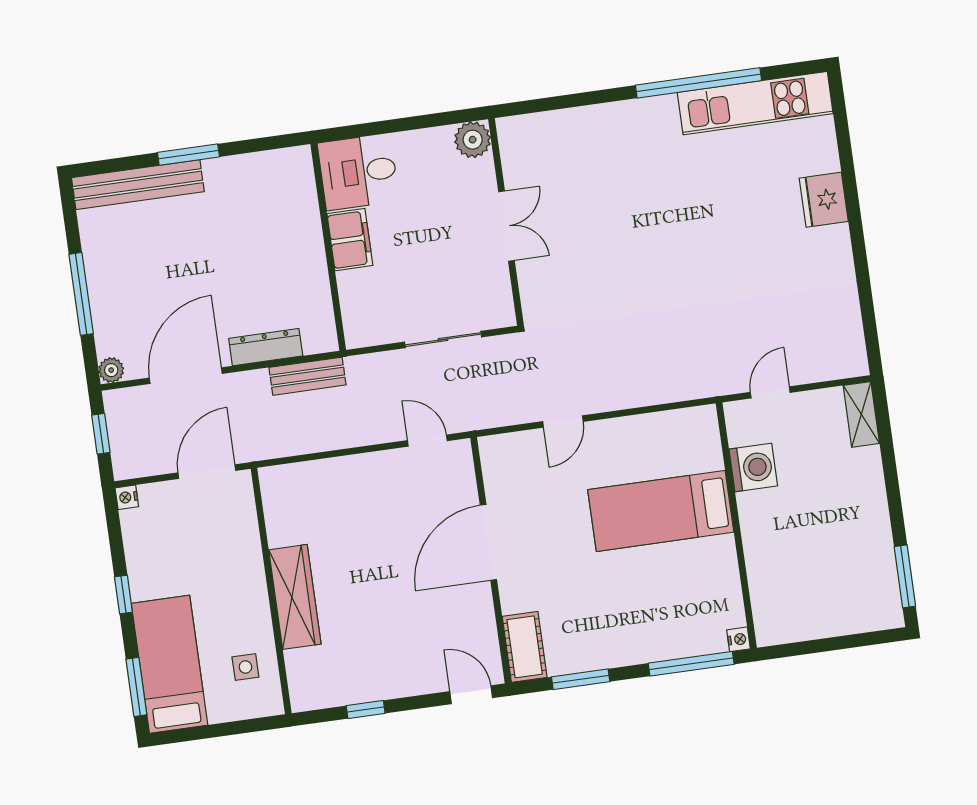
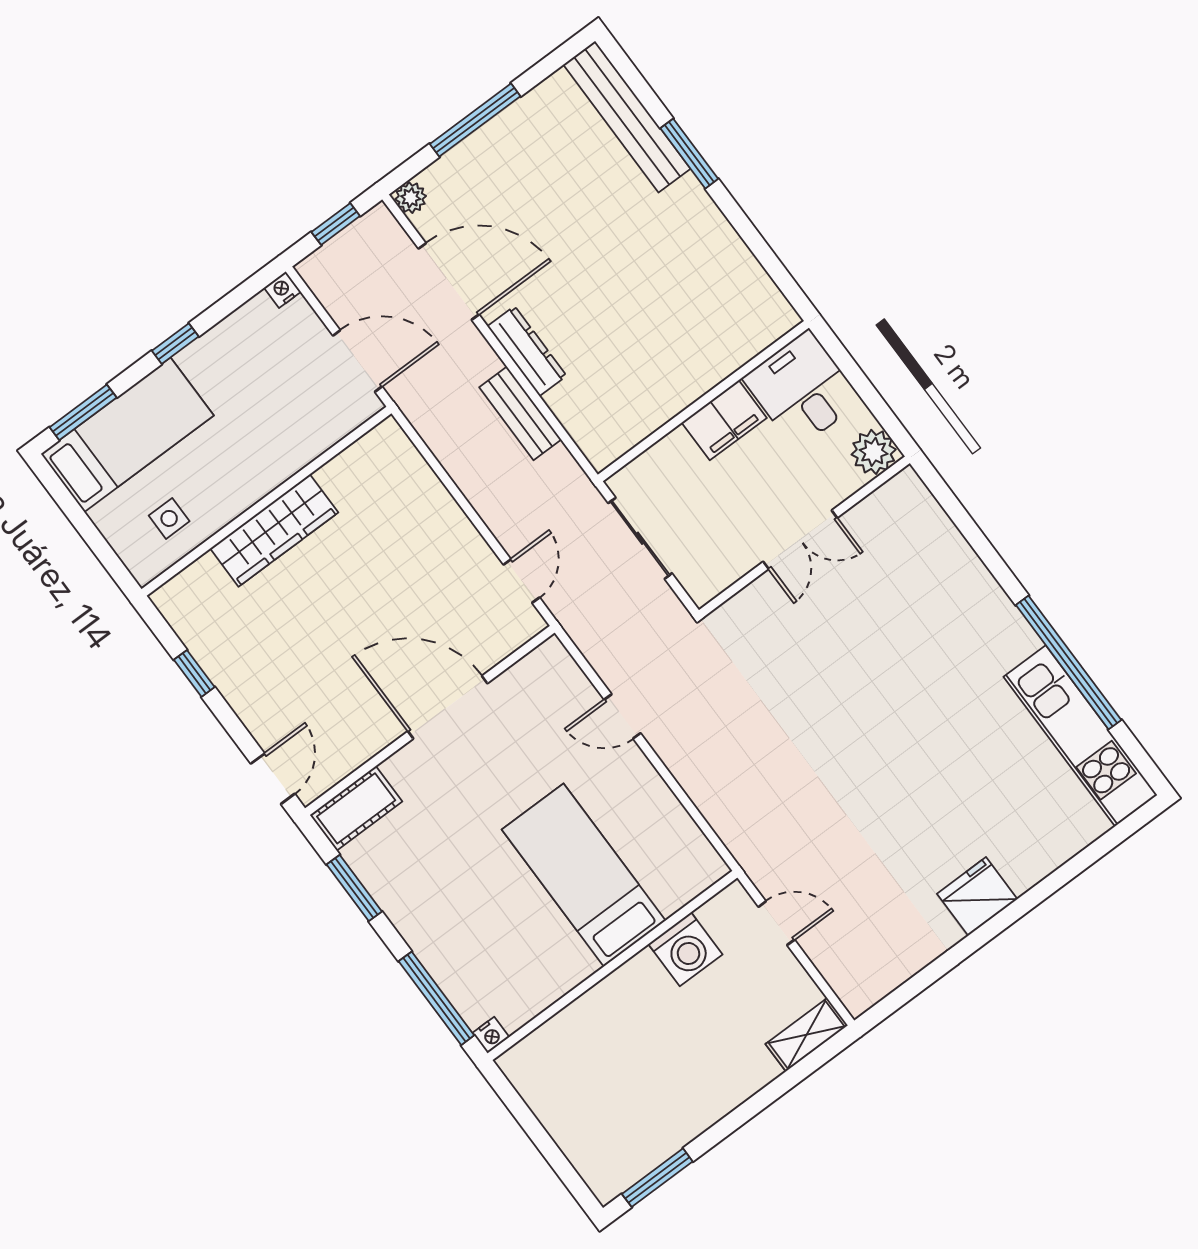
desk: (358, 172) -> (802, 389), moved
fridge: (824, 200) -> (977, 896), moved
filing cabinet: (350, 240) -> (724, 420), moved
wall: (328, 247) -> (703, 401), moved

